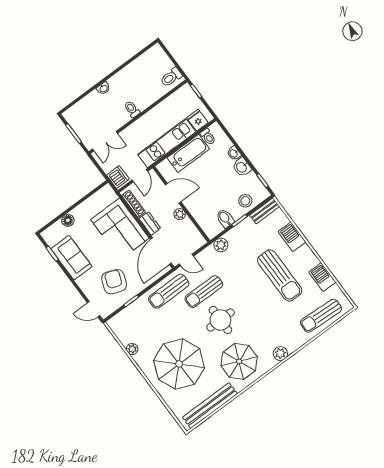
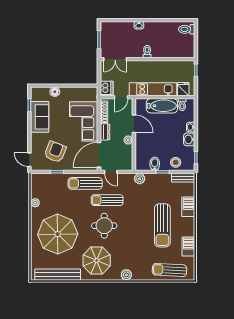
toilet: (171, 77) -> (187, 29), moved

